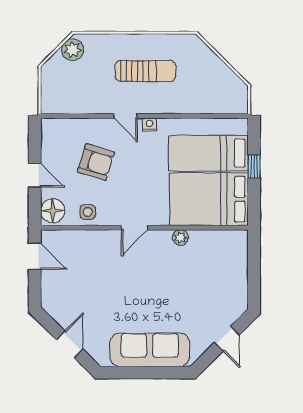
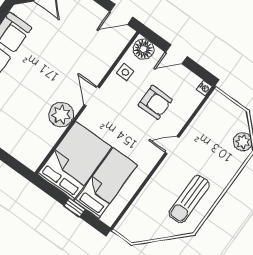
sun lounger: (145, 71) -> (189, 199), moved
nightstand: (150, 124) -> (204, 88), moved
armchair: (96, 162) -> (155, 102), turned -107
plant: (180, 237) -> (61, 115), width x1.88, depth x1.88

